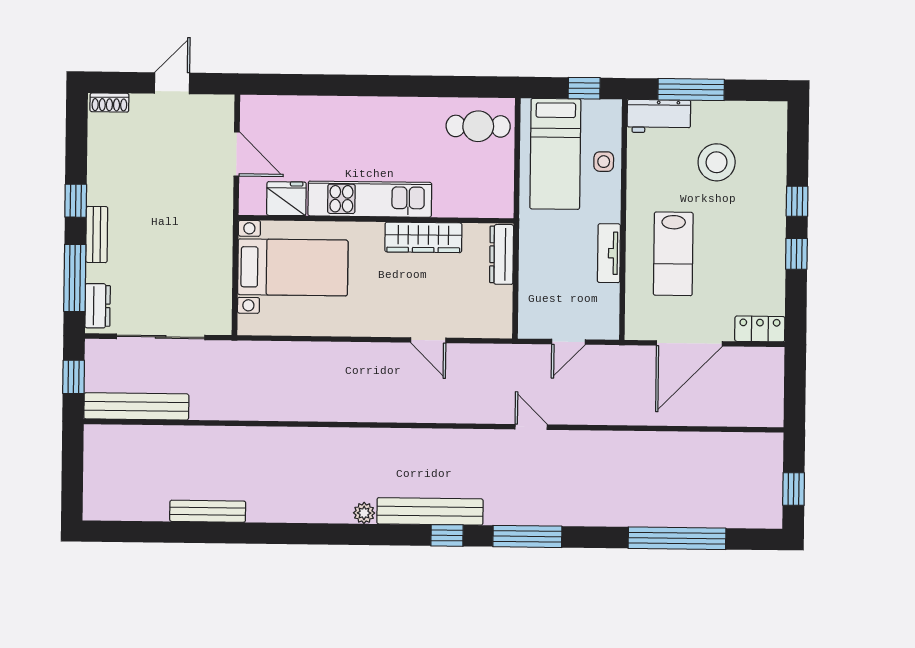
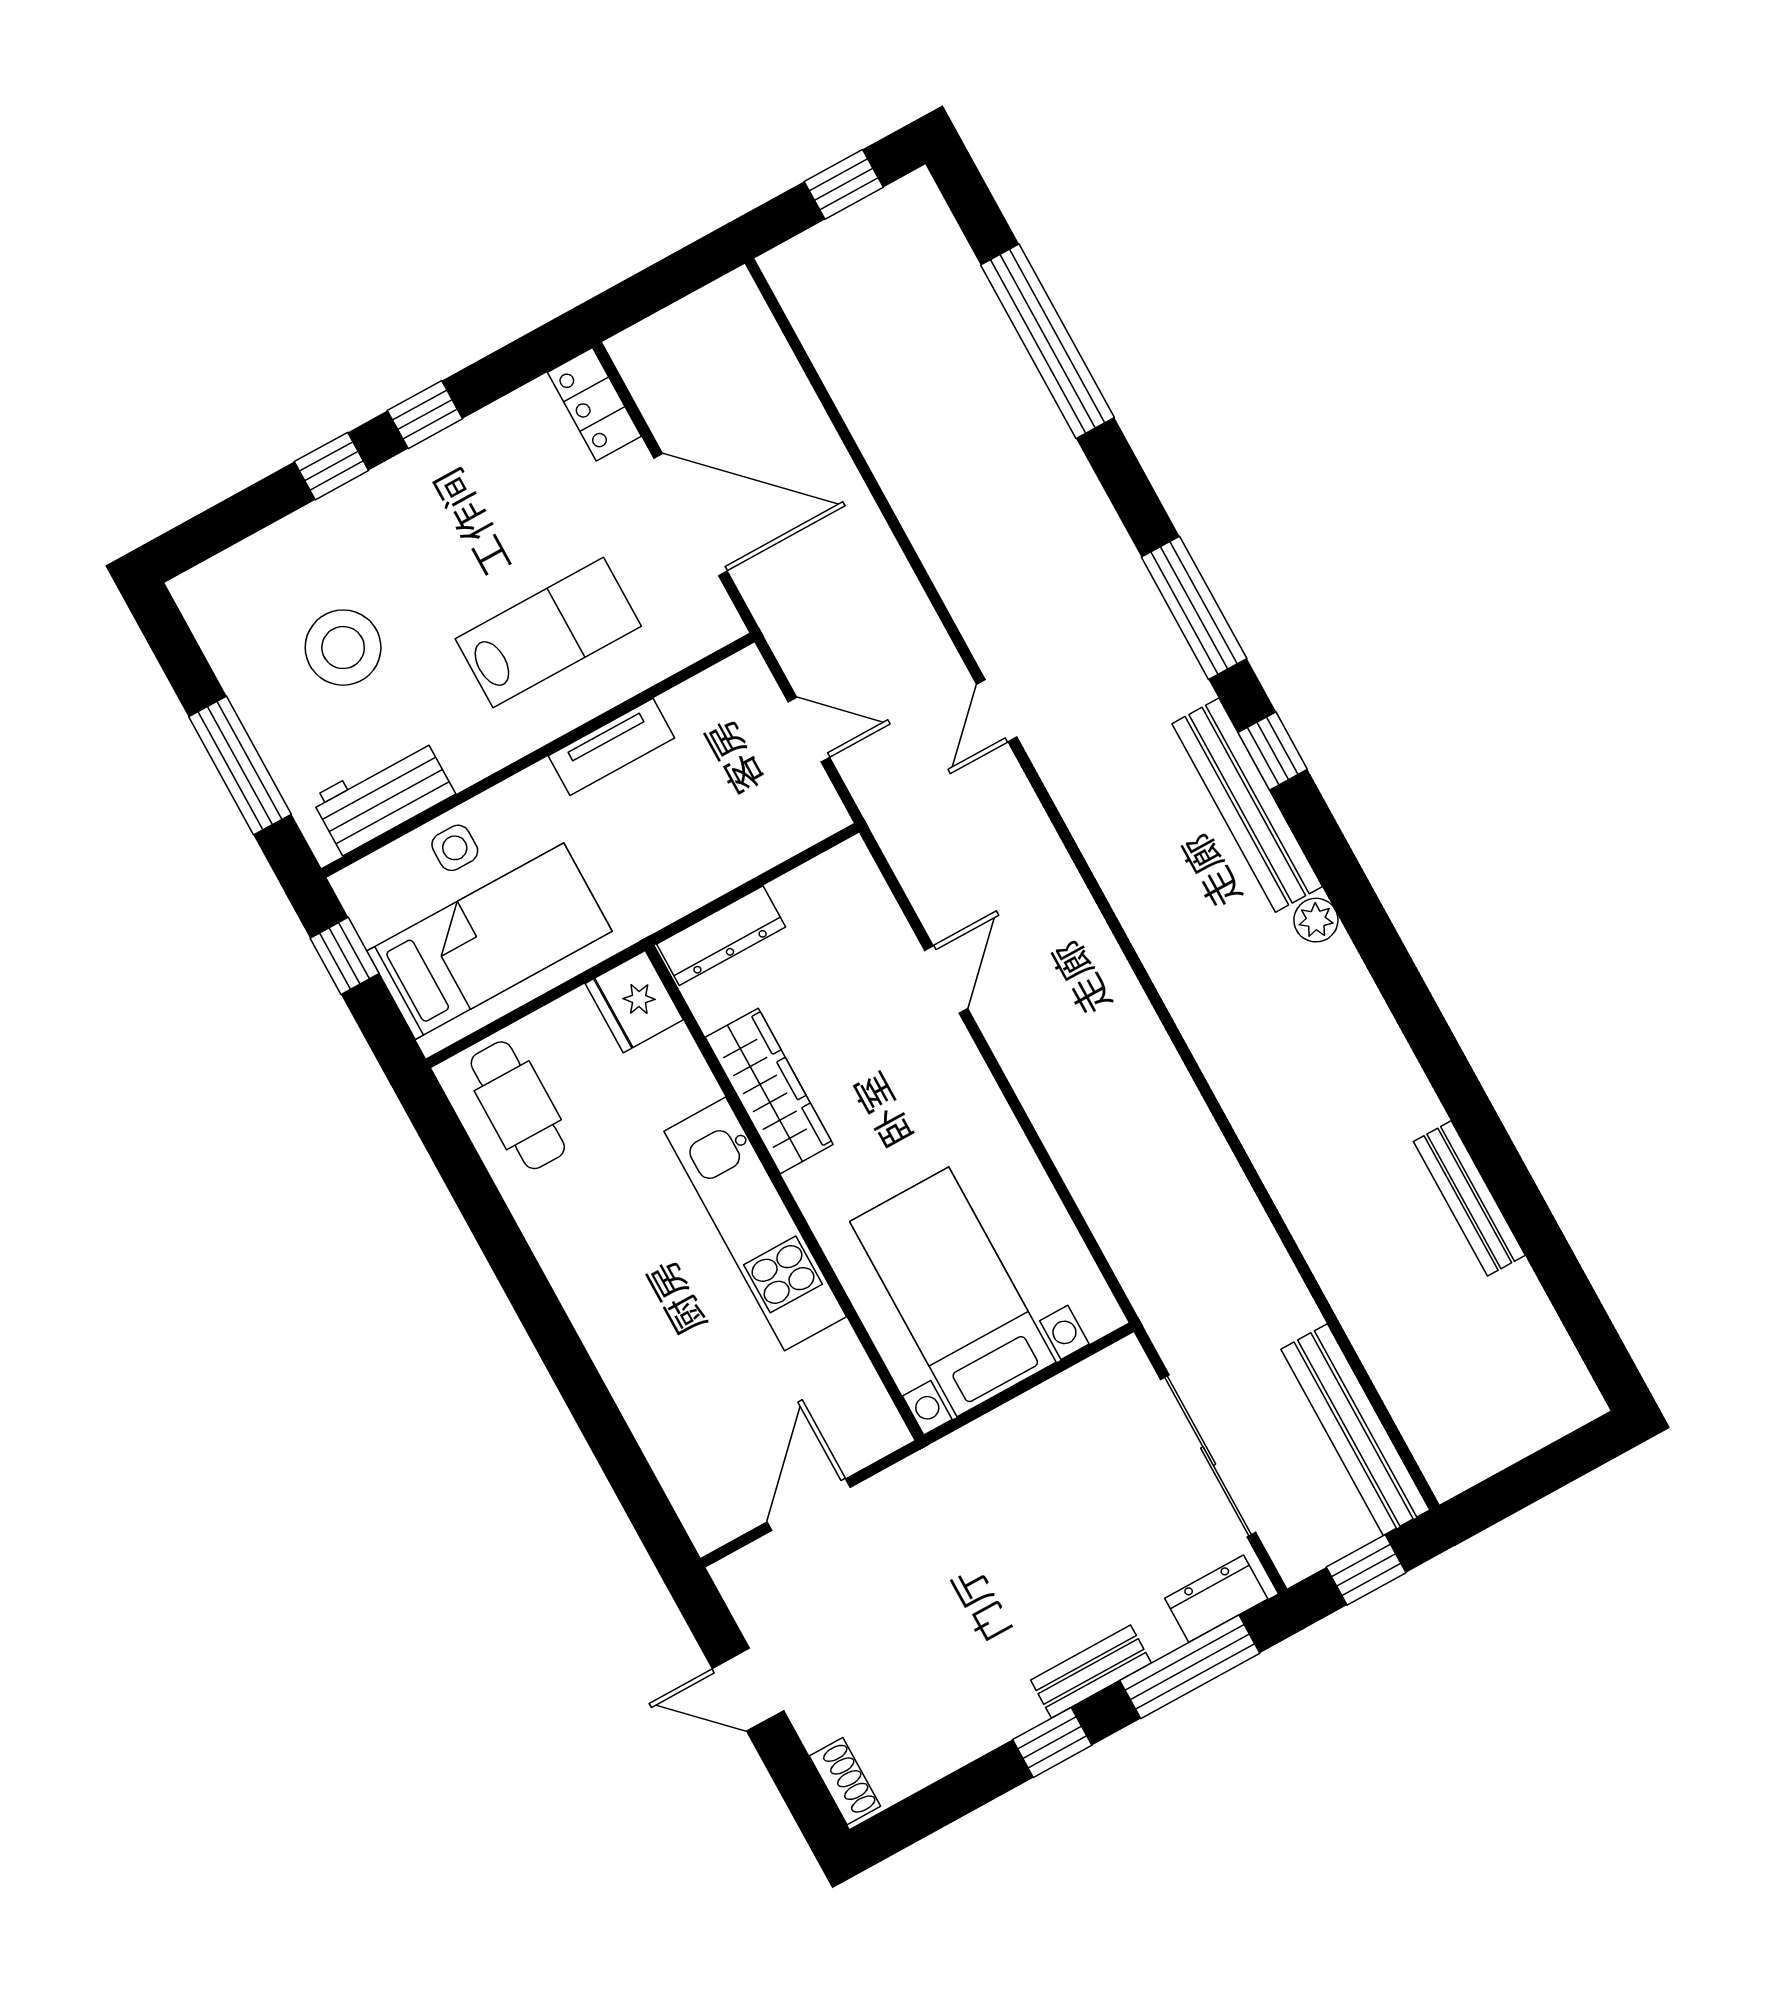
workbench: (659, 116) -> (383, 796), moved, turned -90
fridge: (286, 199) -> (634, 1002), moved

